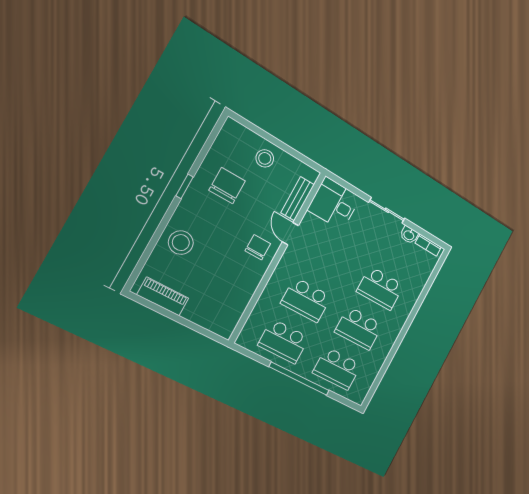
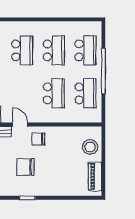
chair: (227, 186) -> (25, 167), moved
door: (290, 234) -> (20, 124), swing flipped
stool: (181, 243) -> (90, 147), moved

